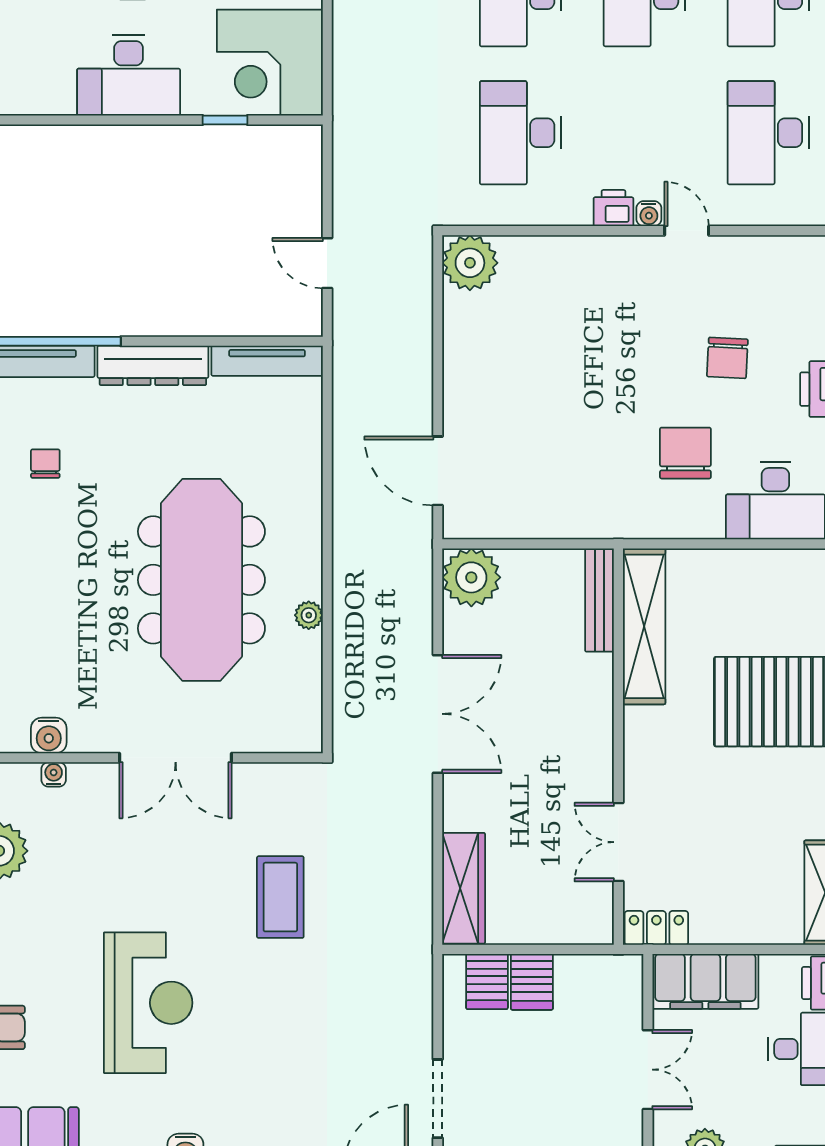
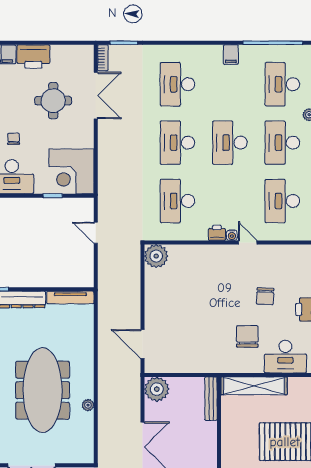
door: (327, 263) -> (96, 233), moved
shelving: (644, 626) -> (254, 386), moved, turned 90

